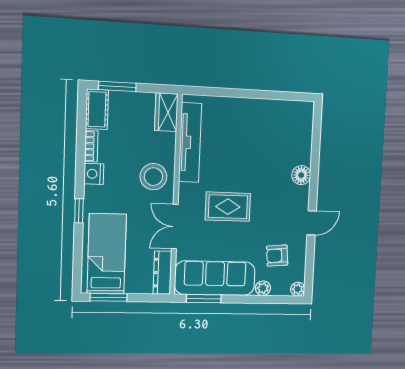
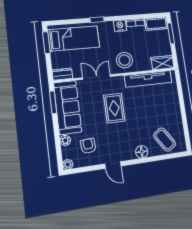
coffee table: (290, 135) -> (165, 140), added
dresser: (162, 273) -> (62, 74), width x0.70

